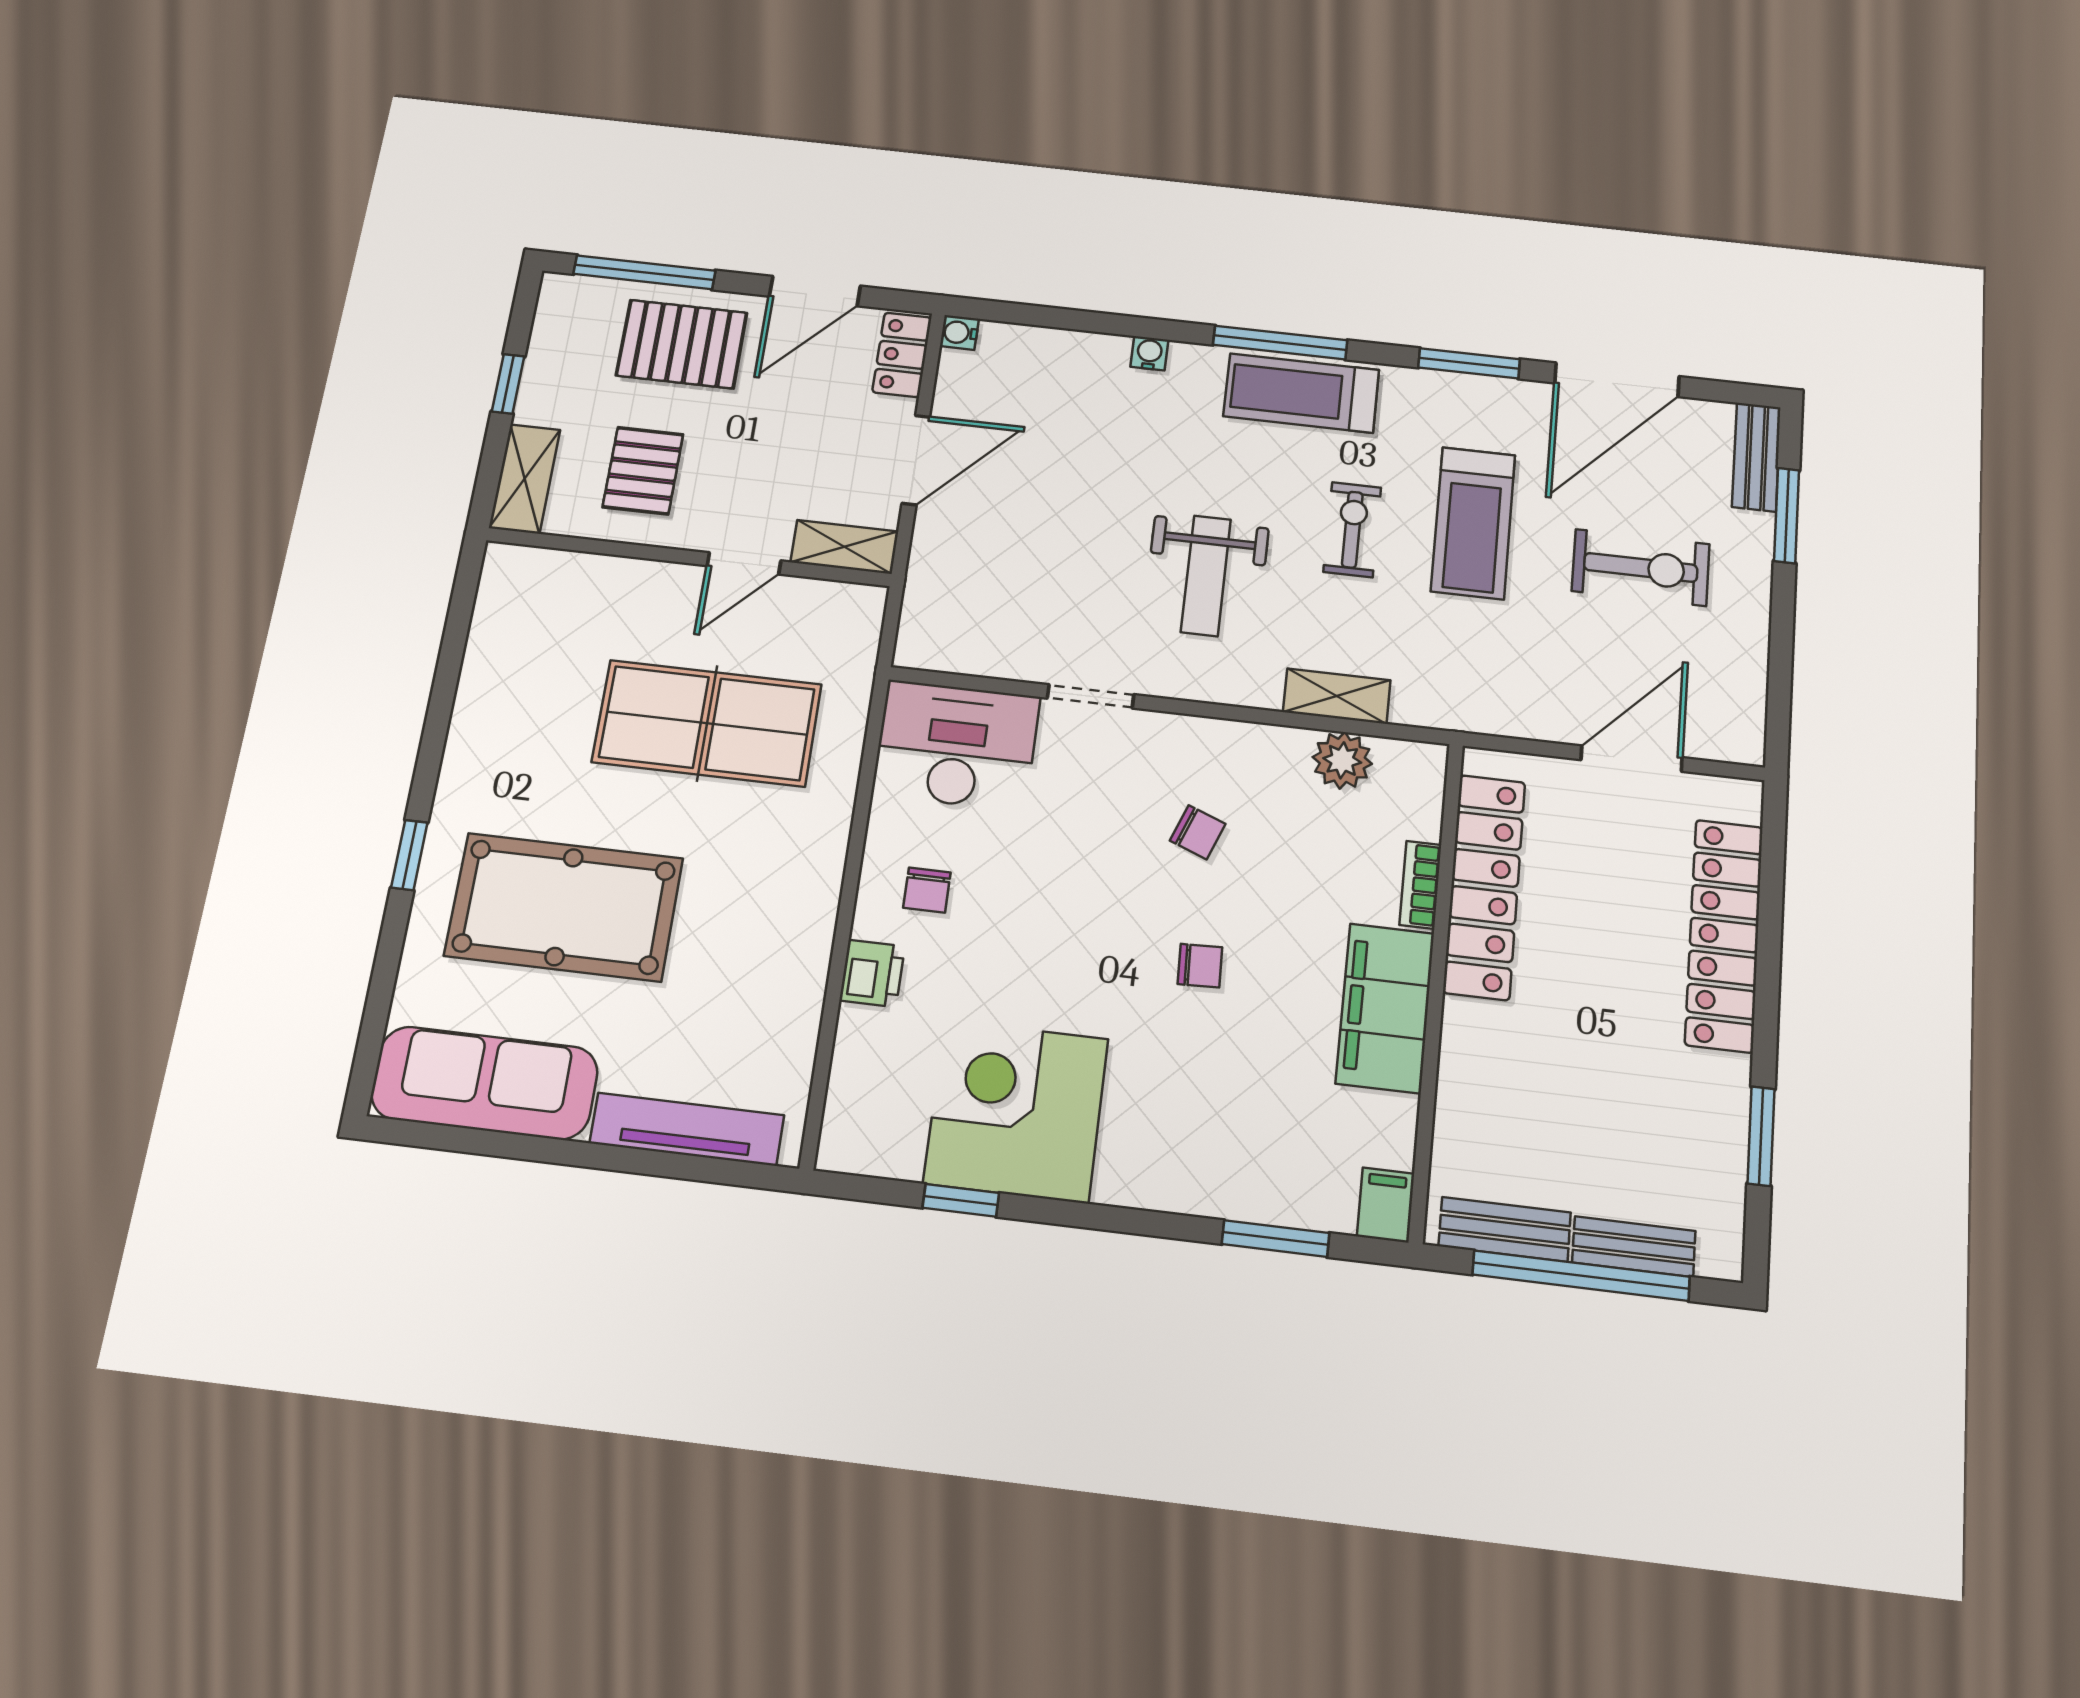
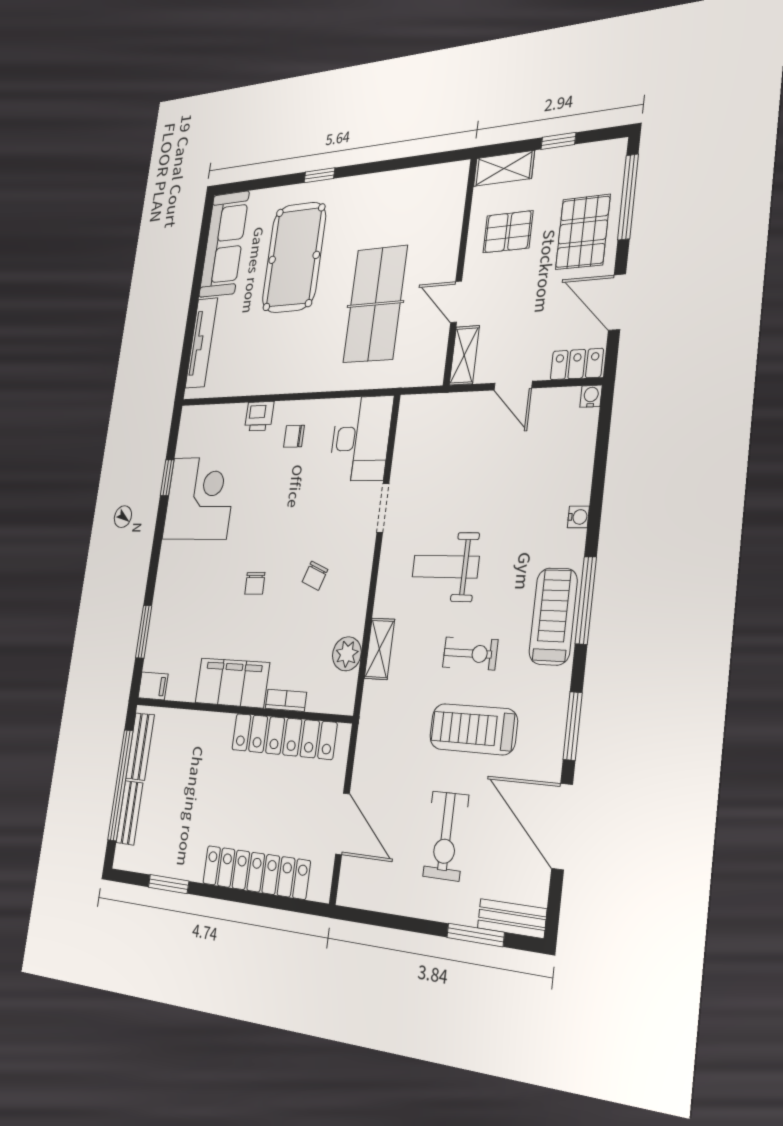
door: (916, 460) -> (513, 386), width x0.73

